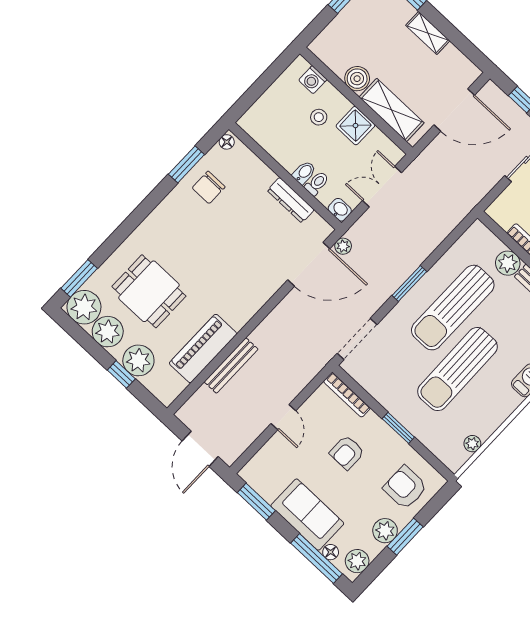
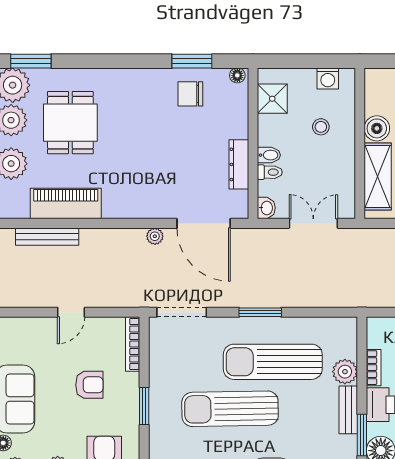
washing machine: (313, 80) -> (328, 78), moved, turned -90
shower: (355, 126) -> (272, 99), moved
plant: (343, 246) -> (155, 236), moved
bench: (231, 366) -> (47, 237), moved
armchair: (347, 452) -> (89, 385), turned 180

